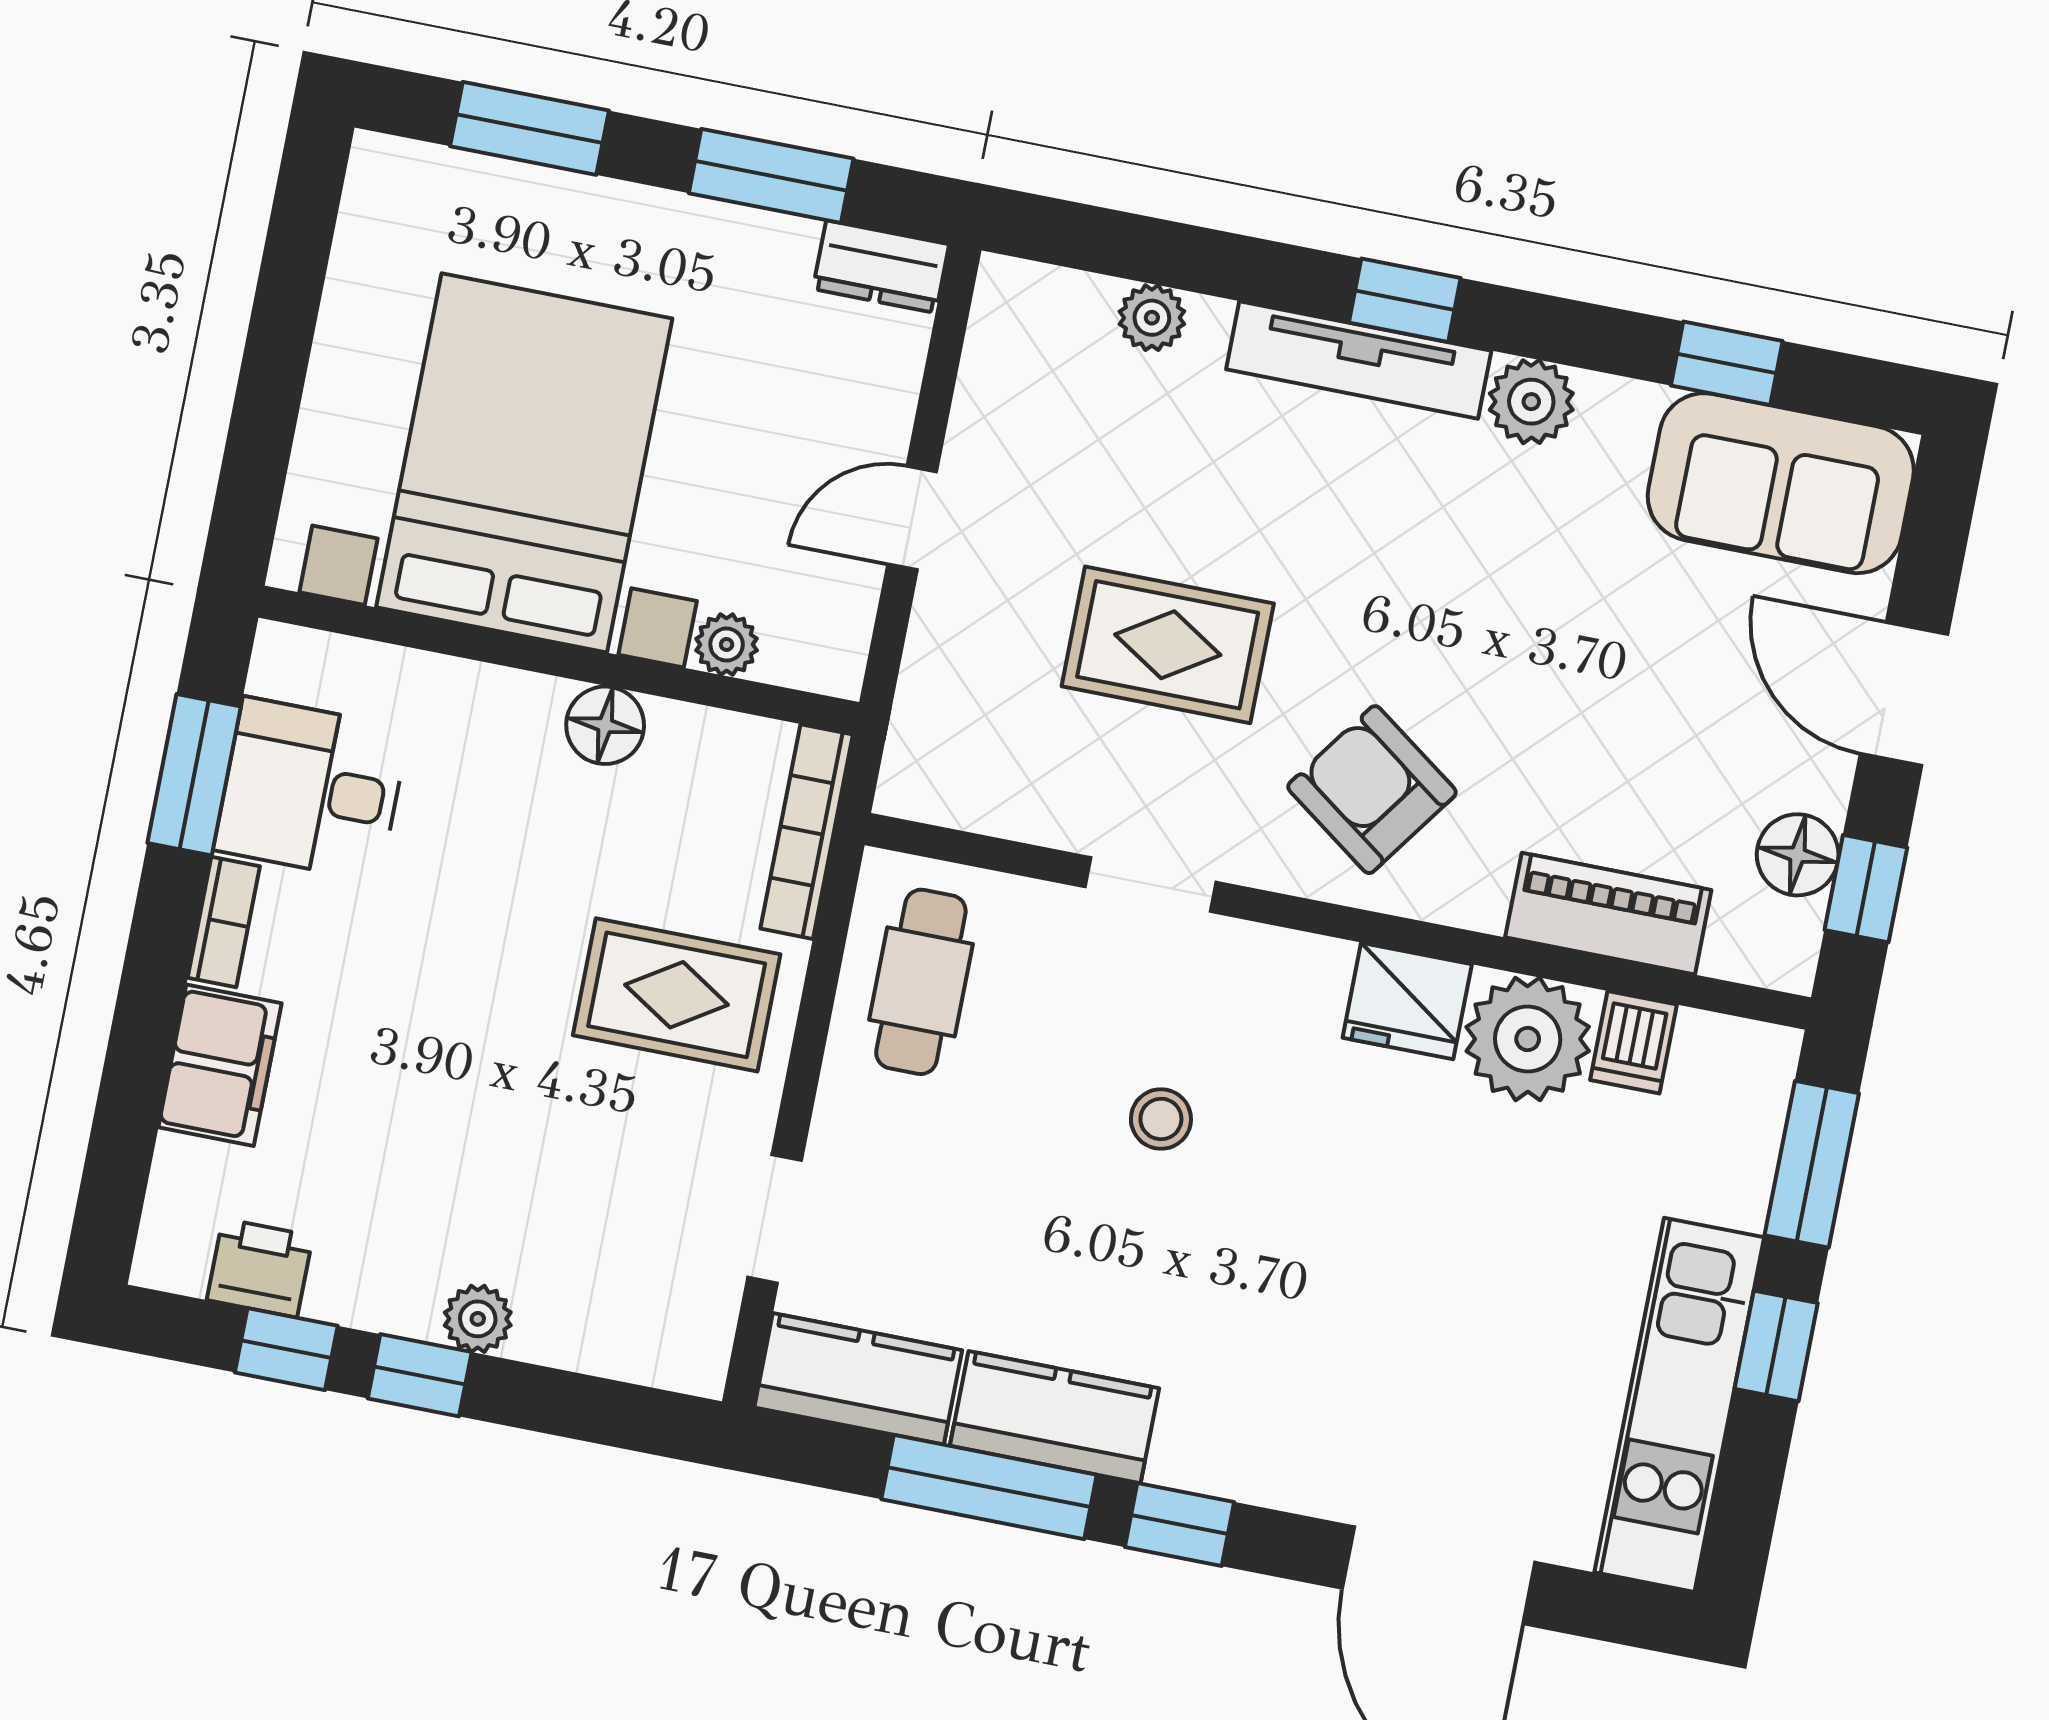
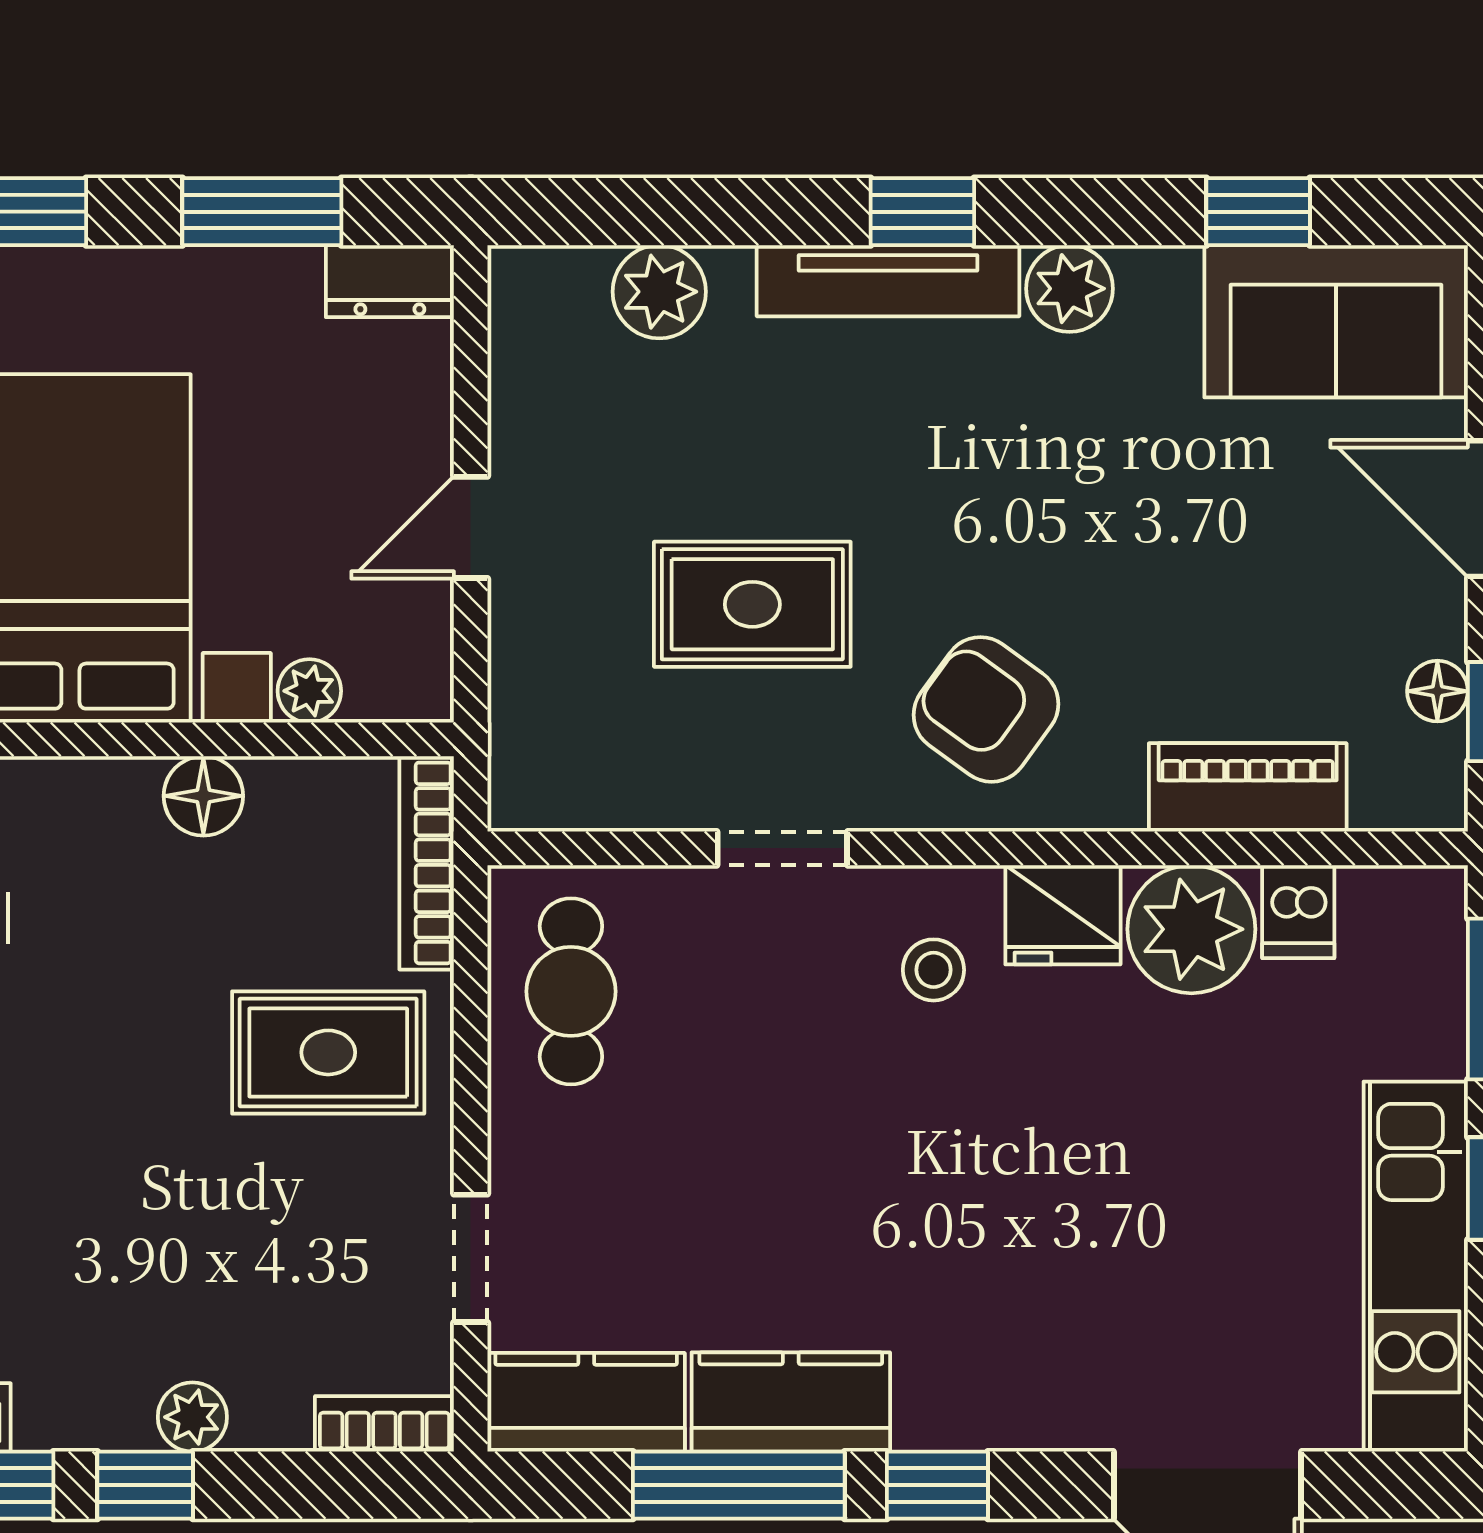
plant: (1152, 318) -> (659, 292), width x1.38, depth x1.38
floor lamp: (1798, 855) -> (1437, 691), width x0.73, depth x0.73
stool: (1161, 1119) -> (933, 970), moved
bookcase: (661, 1362) -> (384, 1424), added

